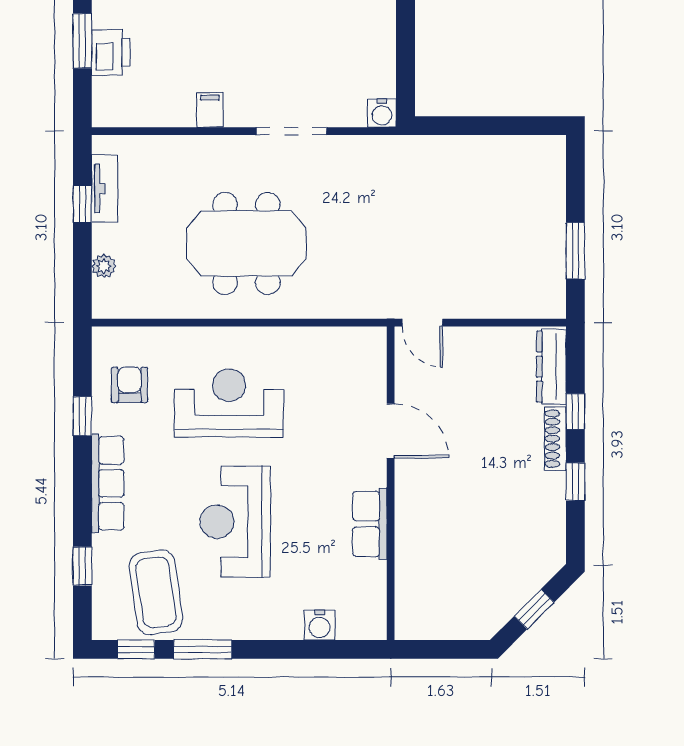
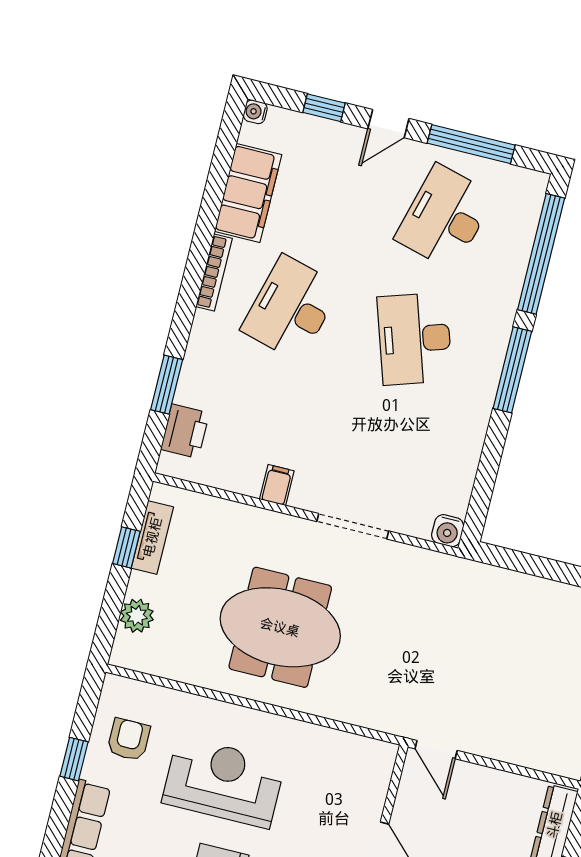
printer: (111, 53) -> (185, 431), moved
plant: (104, 266) -> (137, 616), width x1.38, depth x1.38

